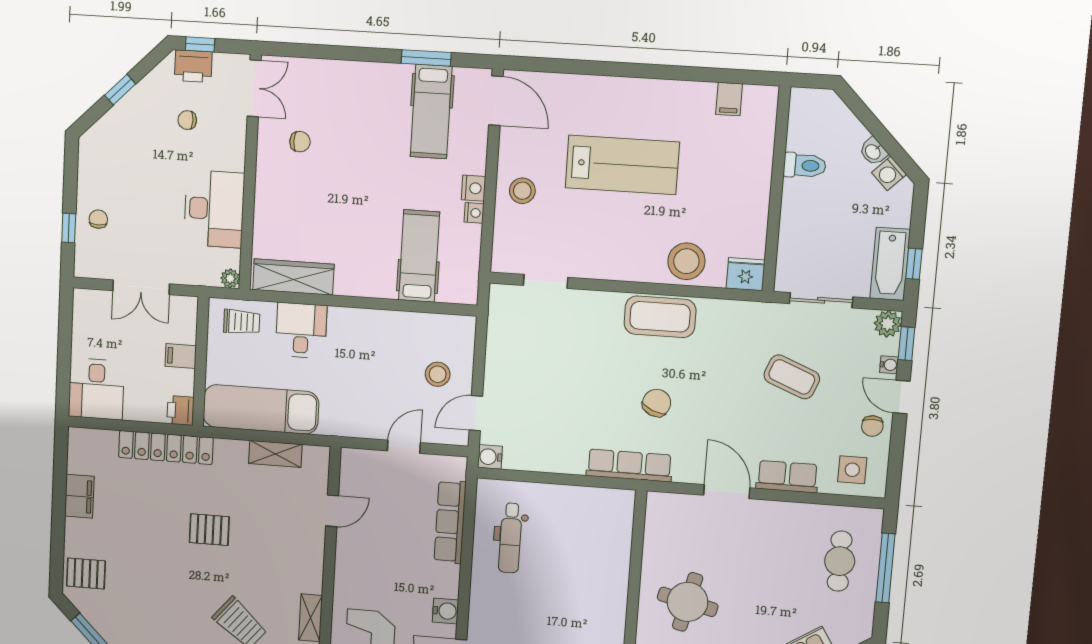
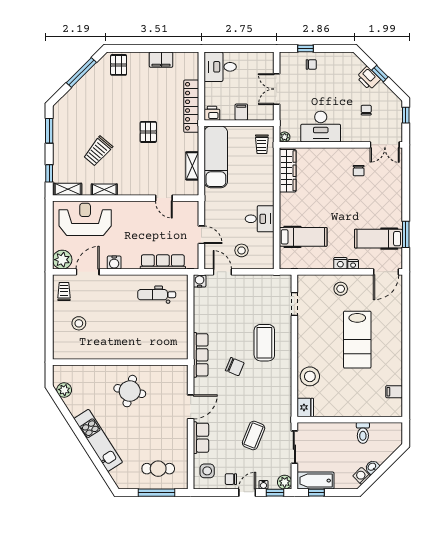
printer: (193, 66) -> (368, 78), moved, turned -45
nightstand: (474, 213) -> (353, 264), moved
coffee table: (660, 317) -> (264, 343), moved
desk: (301, 330) -> (260, 219), moved

